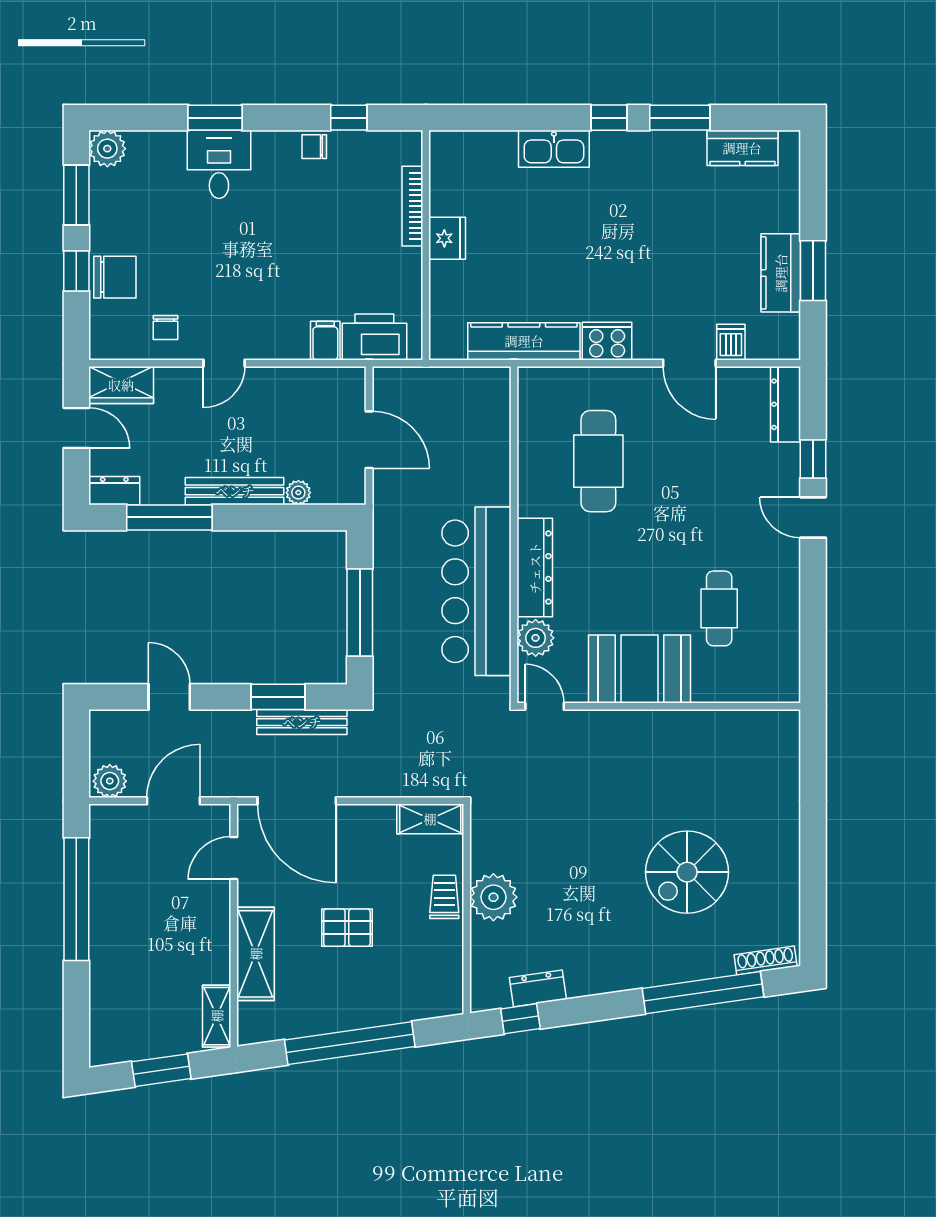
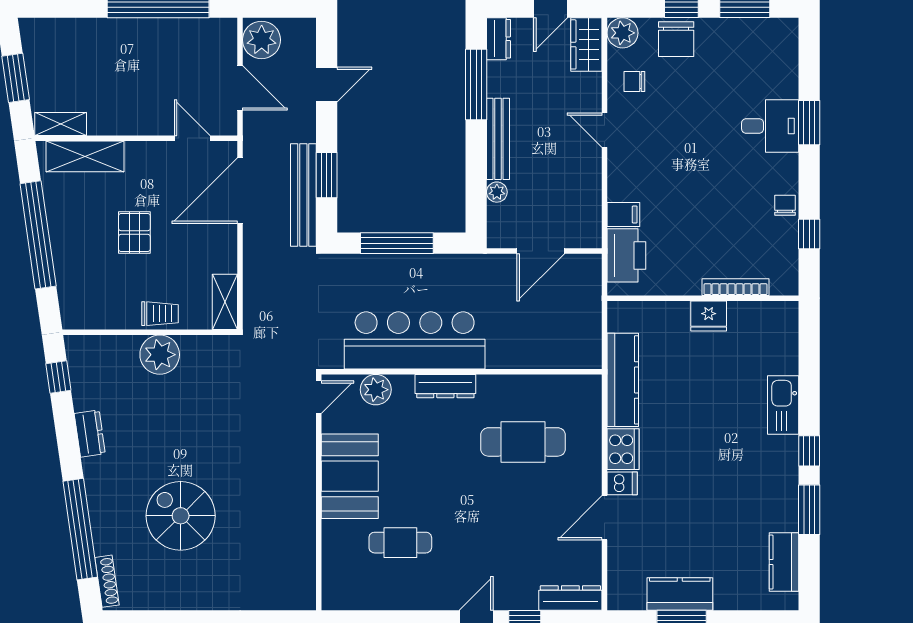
plant: (107, 149) -> (622, 33), moved
dishwasher: (731, 342) -> (622, 483), moved
dresser: (535, 568) -> (445, 386), width x0.73, depth x0.80
bench: (302, 722) -> (303, 195), width x1.37, depth x1.21
plant: (110, 781) -> (262, 40), width x1.36, depth x1.36
shelving: (256, 954) -> (85, 156), moved
dresser: (538, 988) -> (90, 434), moved

